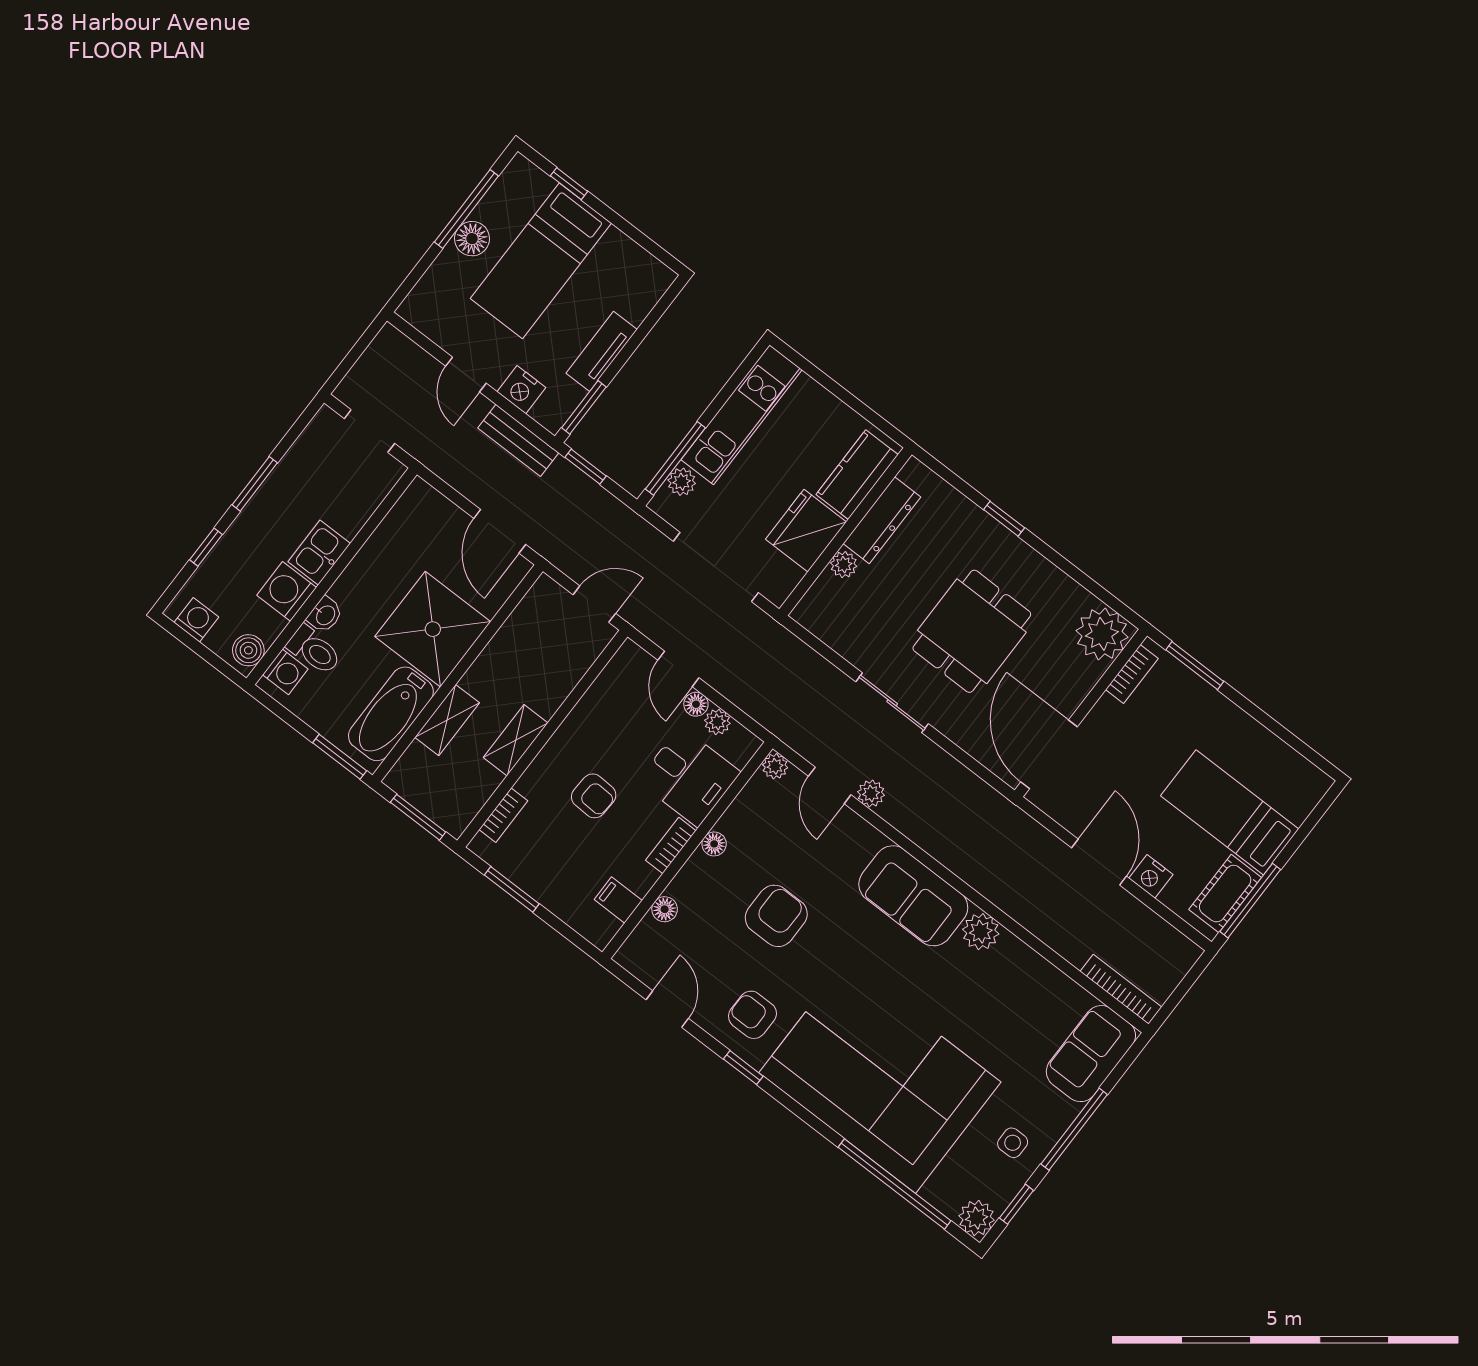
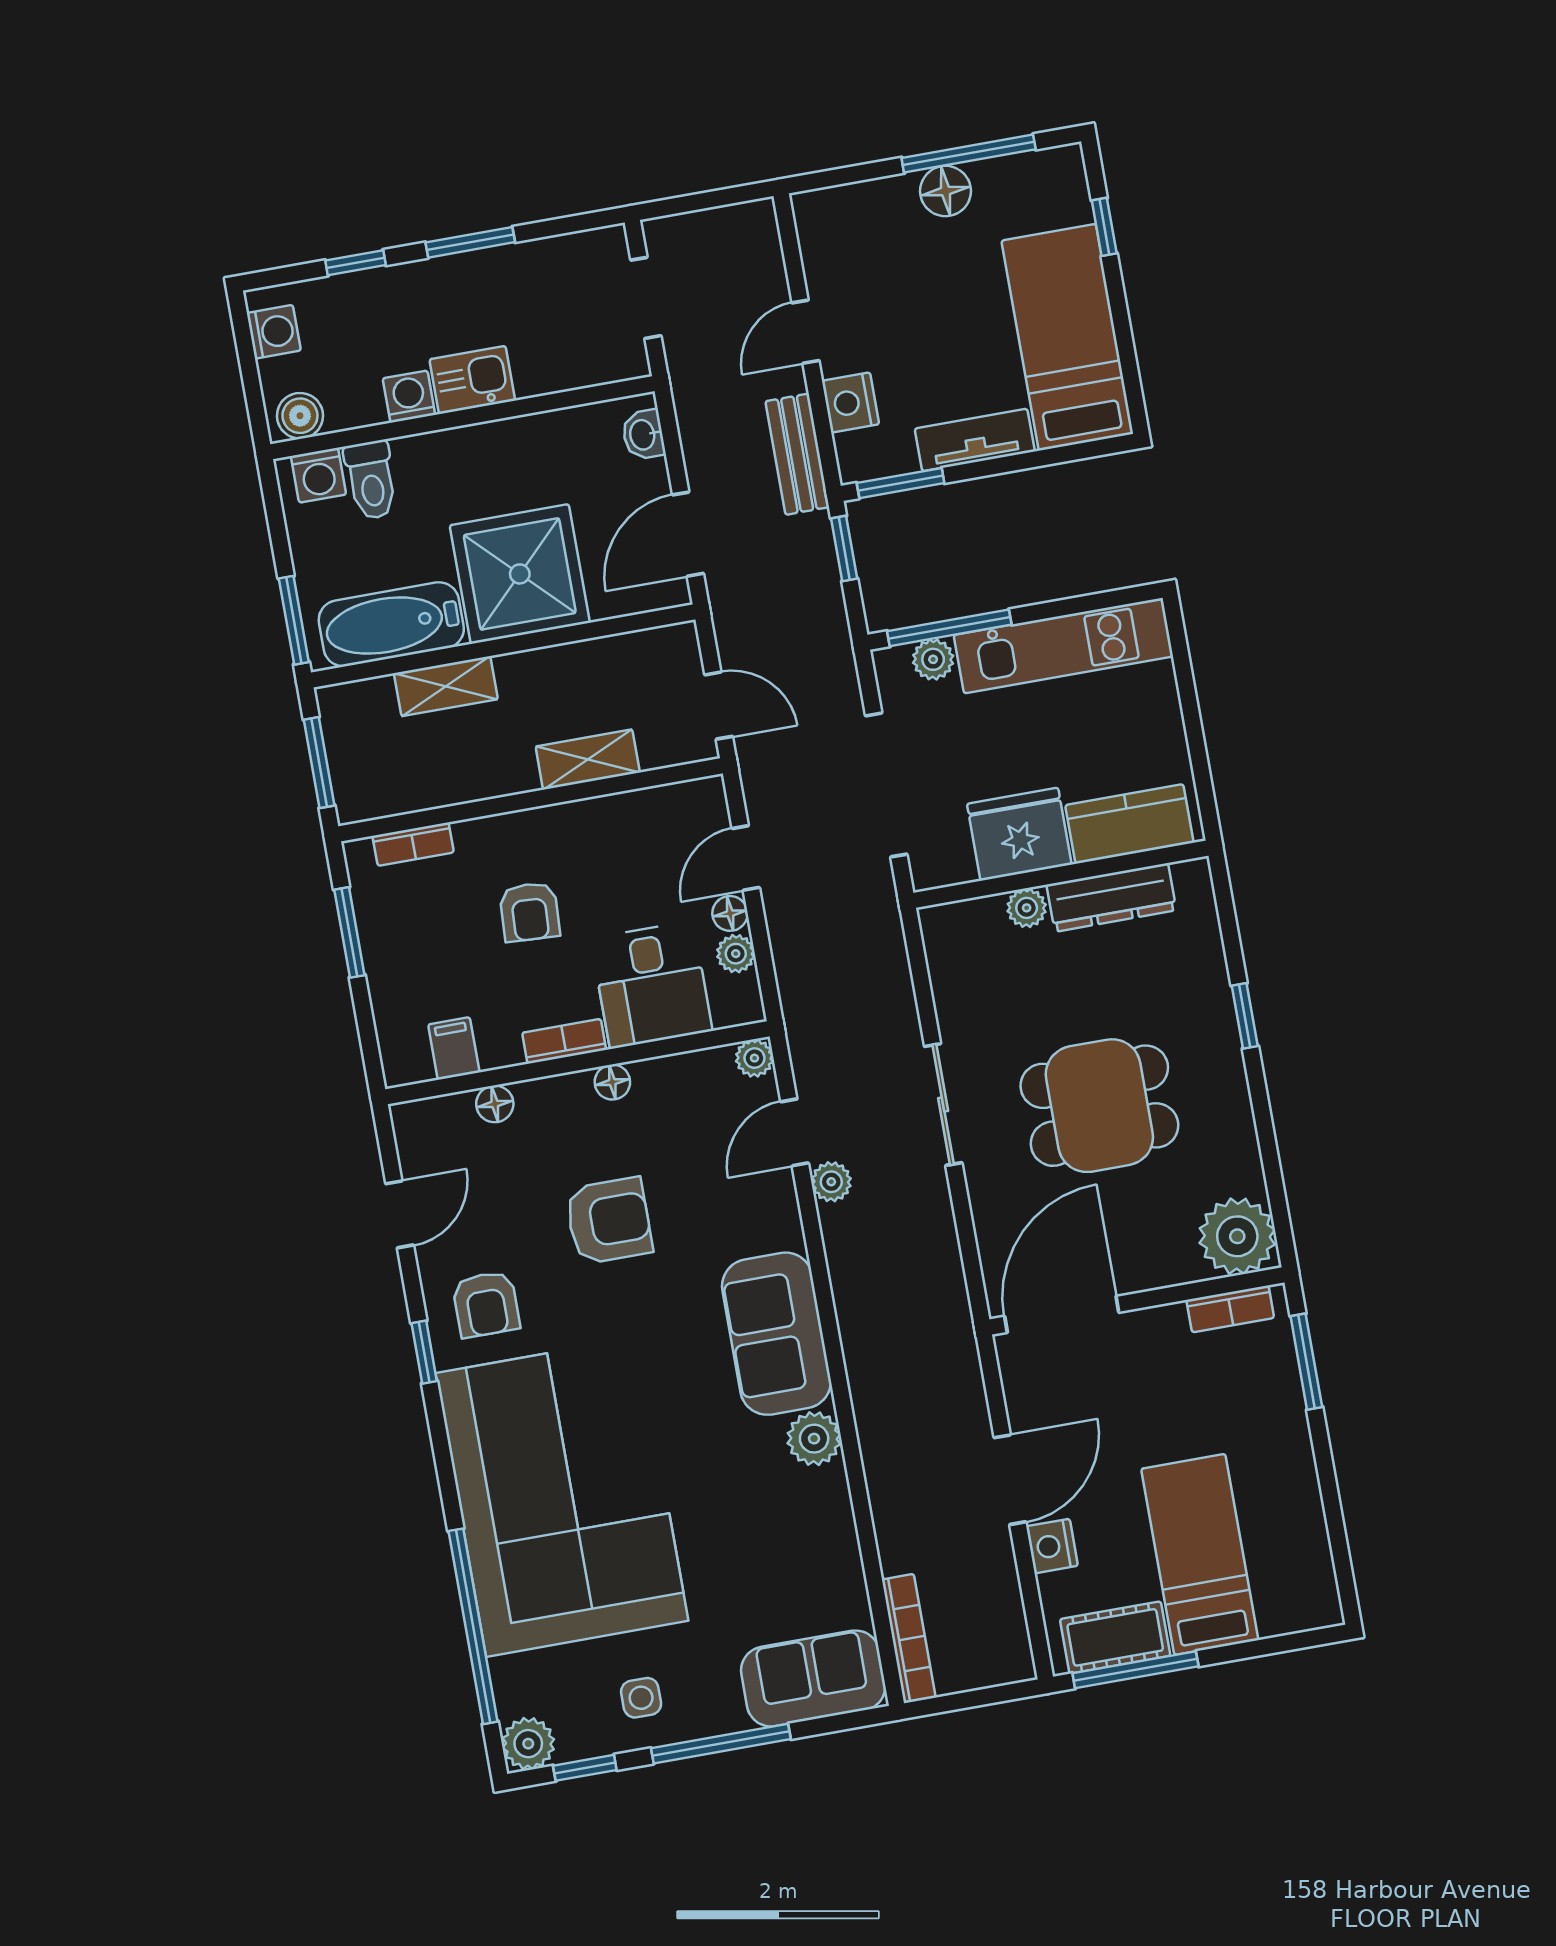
bed: (541, 261) -> (1067, 337), moved, turned 90
washing machine: (287, 591) -> (409, 397), width x0.73, depth x0.73
washbasin: (325, 615) -> (643, 435), moved, turned 90
shelving: (516, 740) -> (588, 759), moved
armchair: (752, 1015) -> (486, 1304), turned 180

